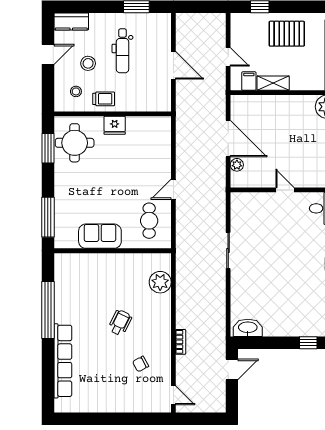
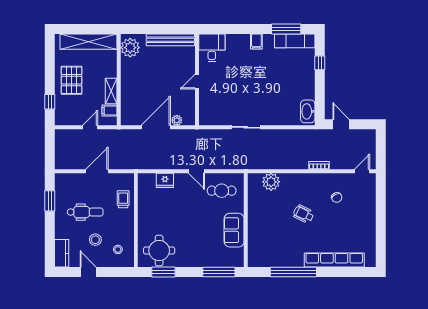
trolley: (104, 99) -> (123, 199), moved
fridge: (115, 125) -> (165, 180), moved, turned 90

